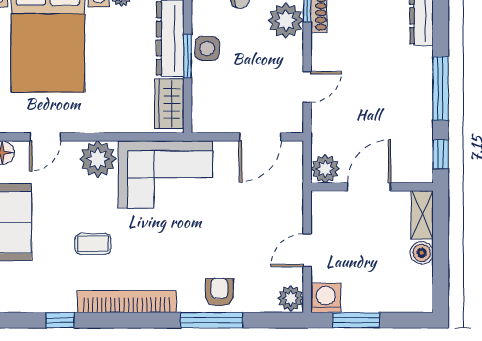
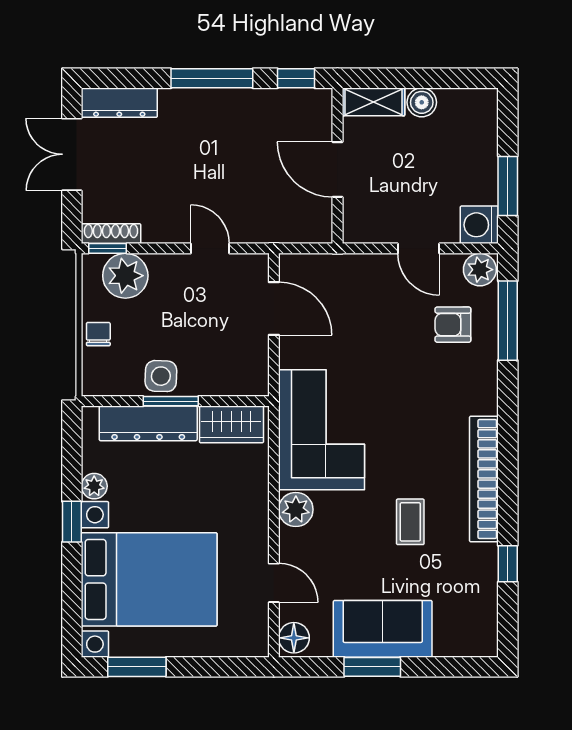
plant: (98, 159) -> (296, 510), width x0.73, depth x0.73
plant: (325, 169) -> (315, 226), removed
armchair: (219, 292) -> (453, 325), moved
window: (212, 320) -> (508, 321), moved

